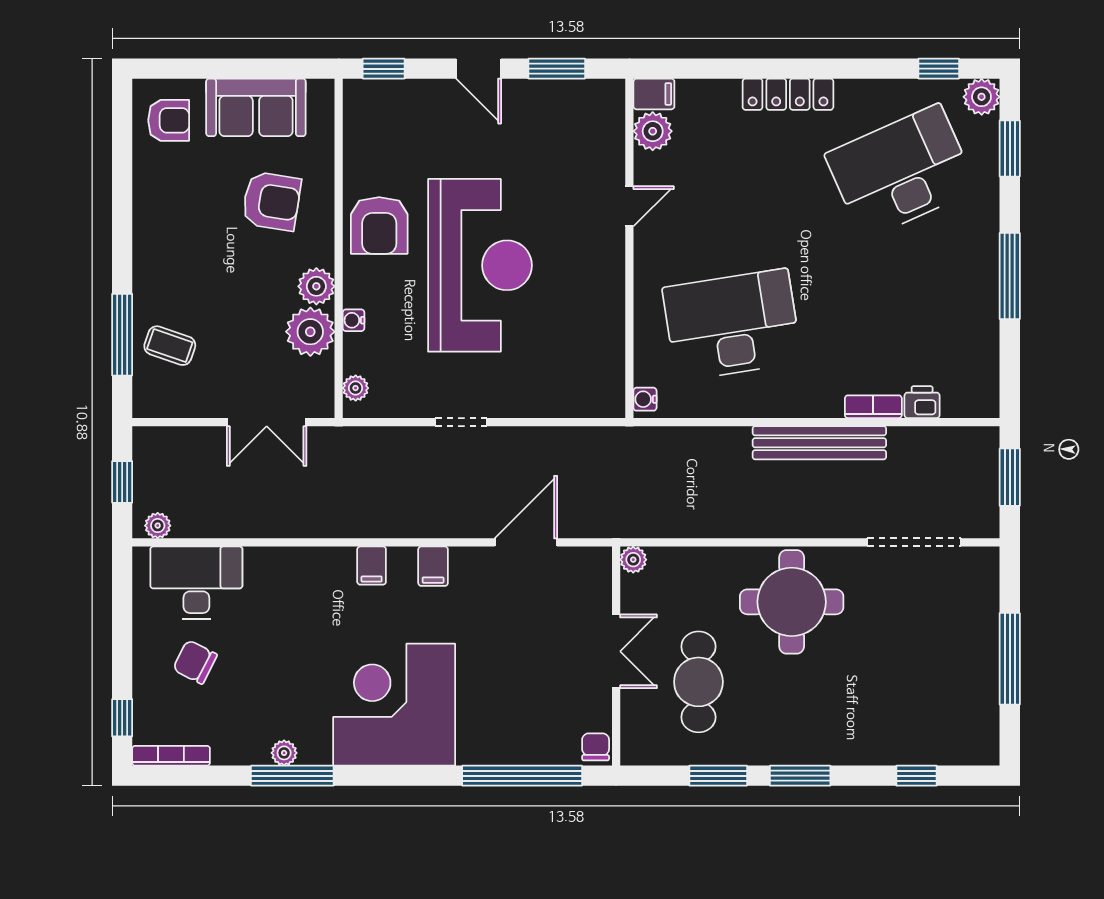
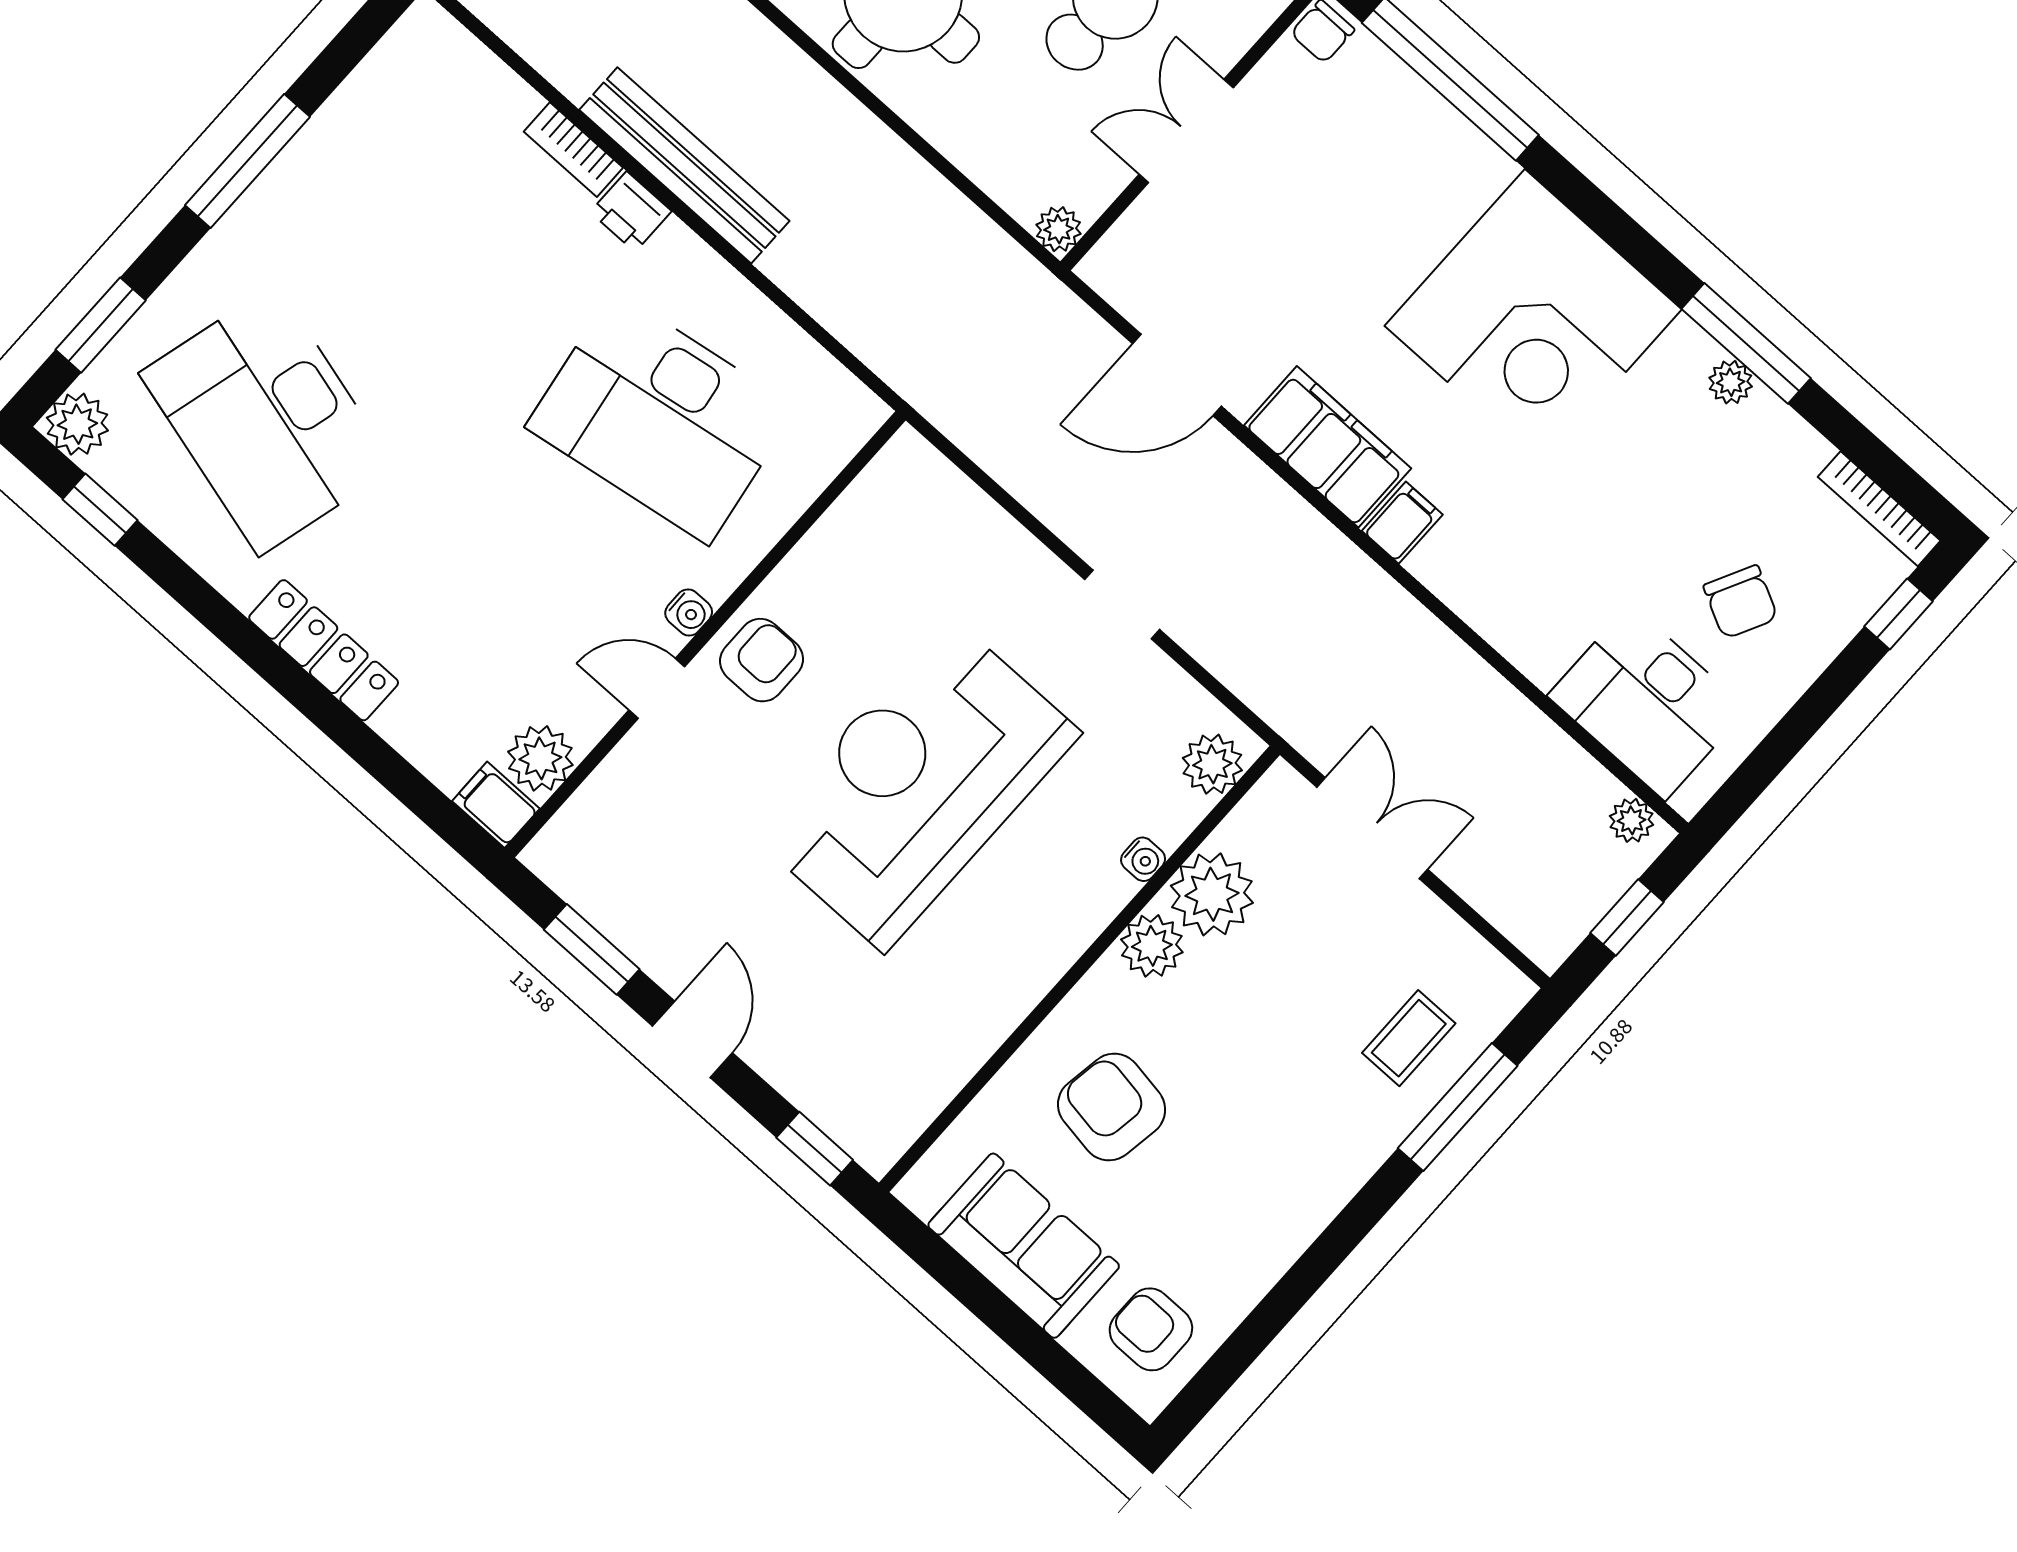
desk: (901, 172) -> (267, 420), turned 39
armchair: (379, 225) -> (761, 660), moved, width x0.72, depth x0.72
coffee table: (170, 346) -> (1409, 1038), turned 71
plant: (356, 388) -> (1212, 764), width x1.38, depth x1.38
water cooler: (645, 399) -> (689, 612), moved
printer: (922, 402) -> (631, 212), moved
filing cabinet: (433, 566) -> (1328, 447), width x3.00, depth x1.17

